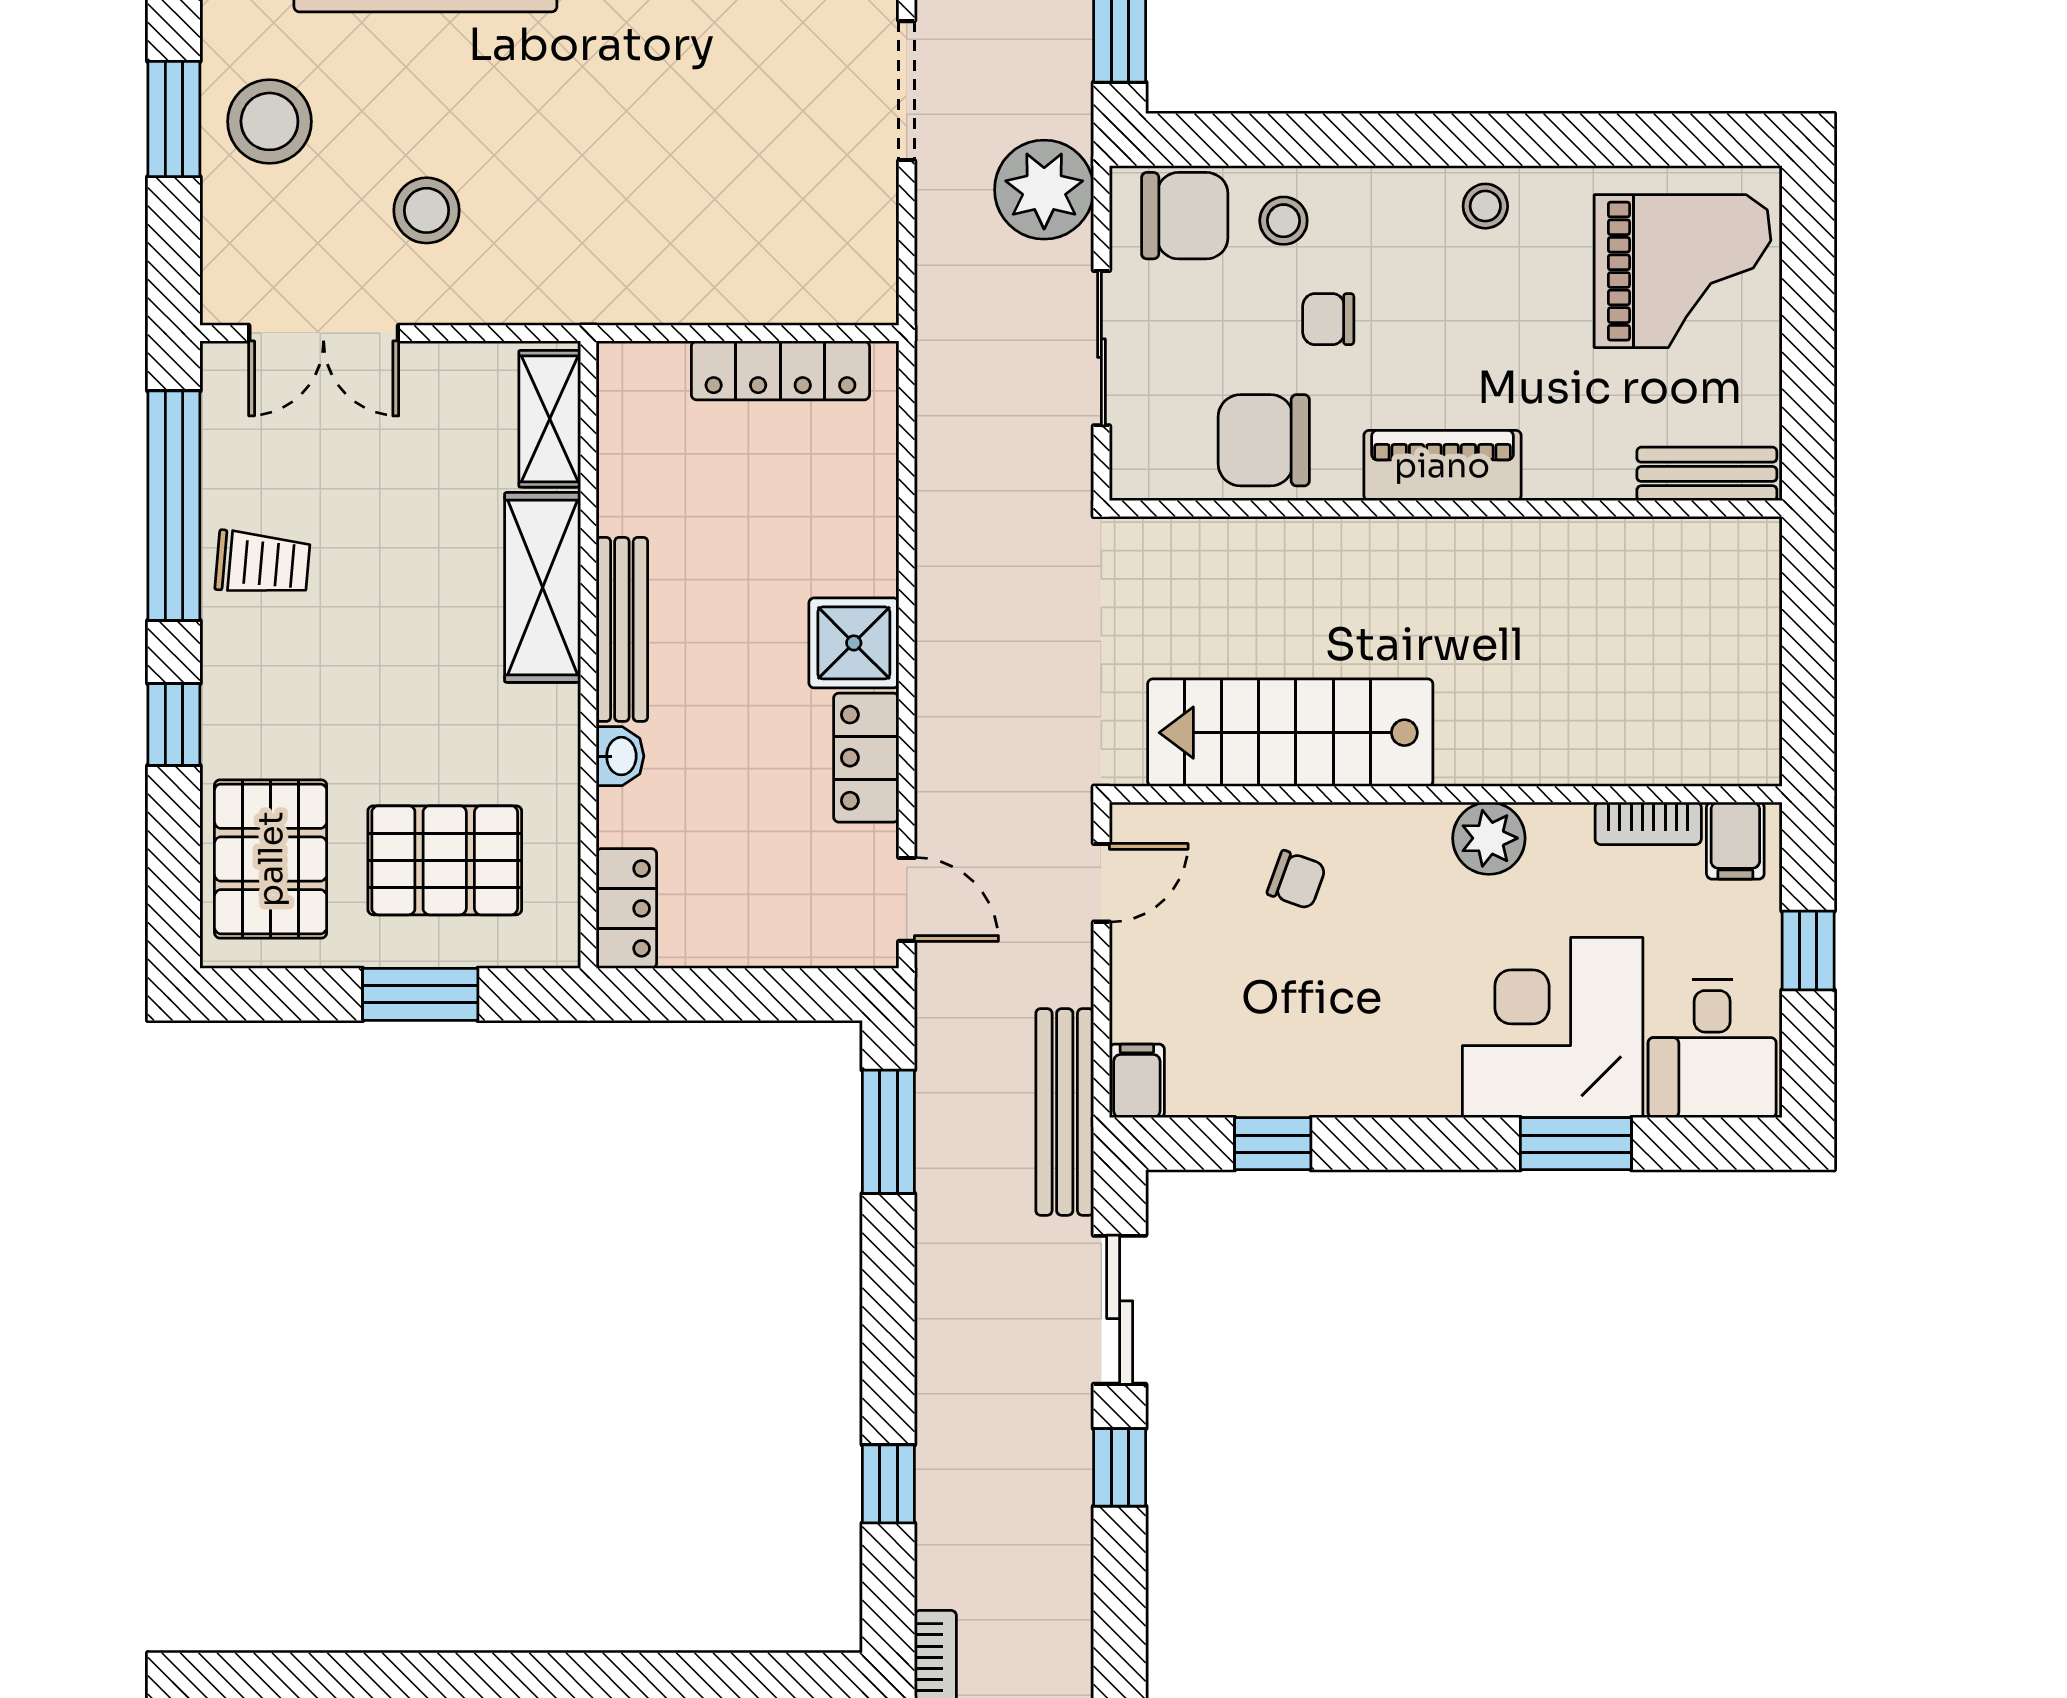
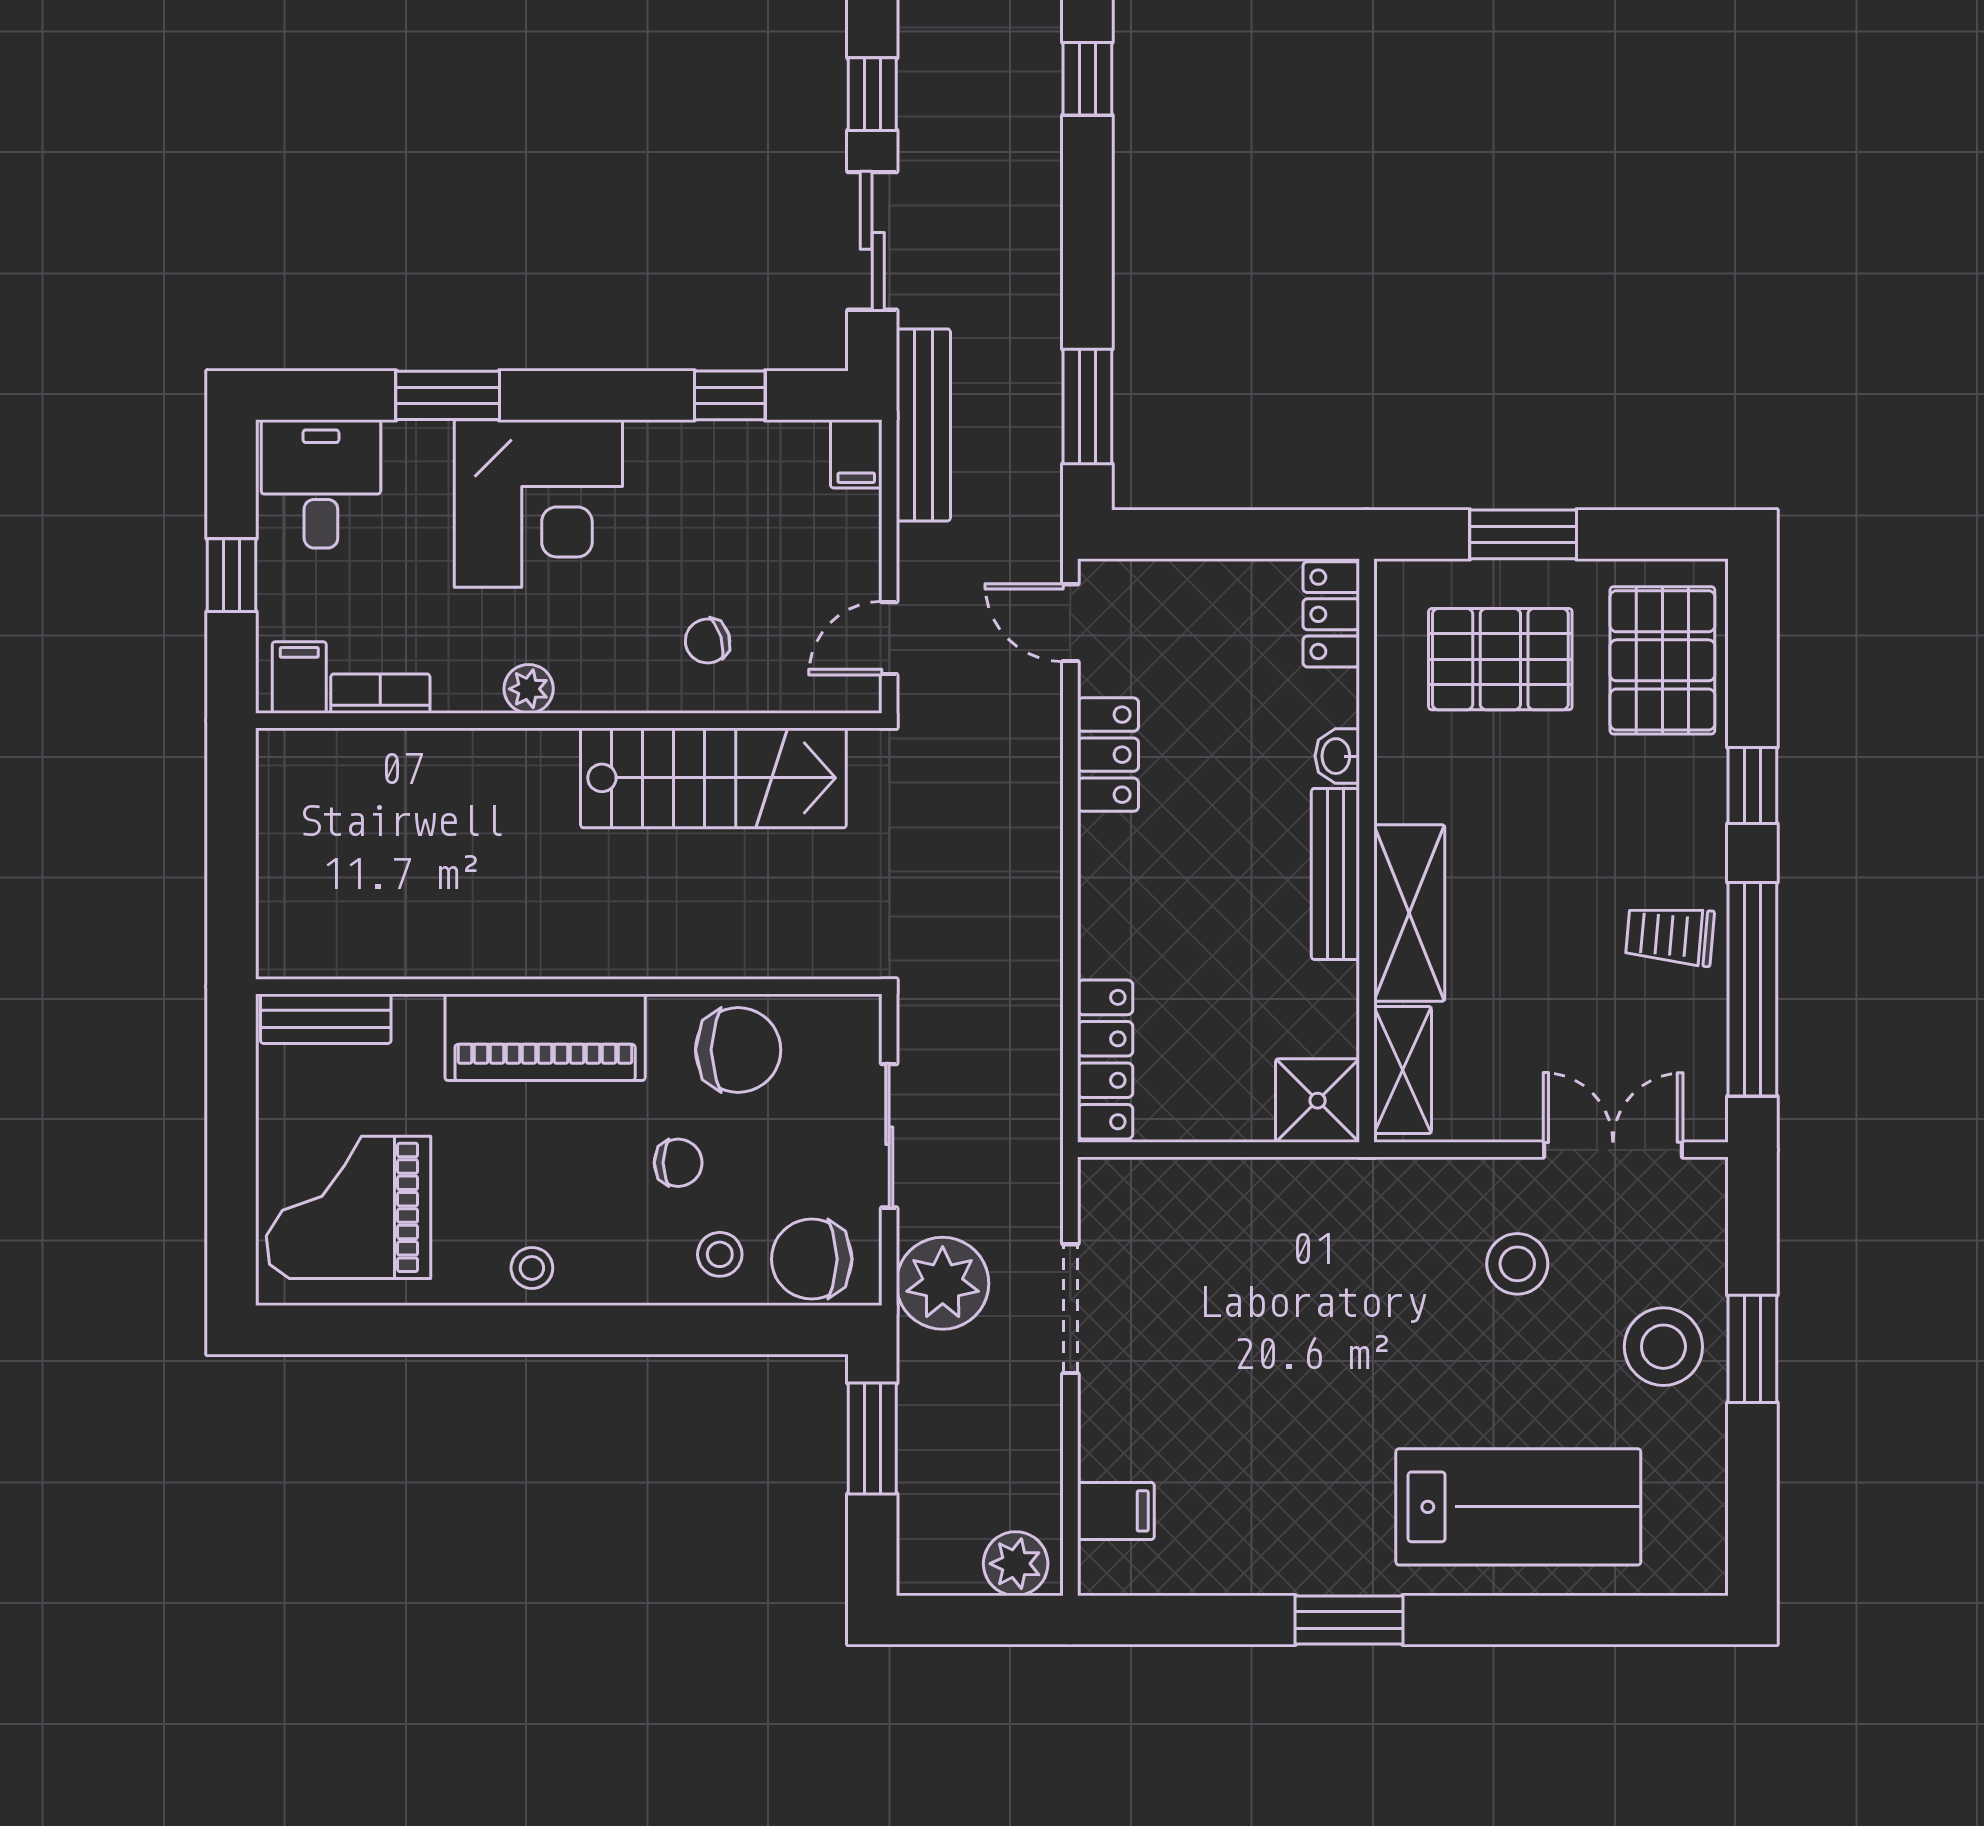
doorway: (907, 91) -> (1070, 1309), moved
locker: (780, 370) -> (1105, 1060), moved, turned 90
piano: (1442, 466) -> (545, 1037), width x1.37, depth x1.33
shower: (854, 643) -> (1318, 1101), moved
plant: (1489, 838) -> (529, 689), width x0.73, depth x0.73
chair: (1297, 880) -> (708, 641), turned -37
corner desk: (1553, 1028) -> (538, 503), moved

